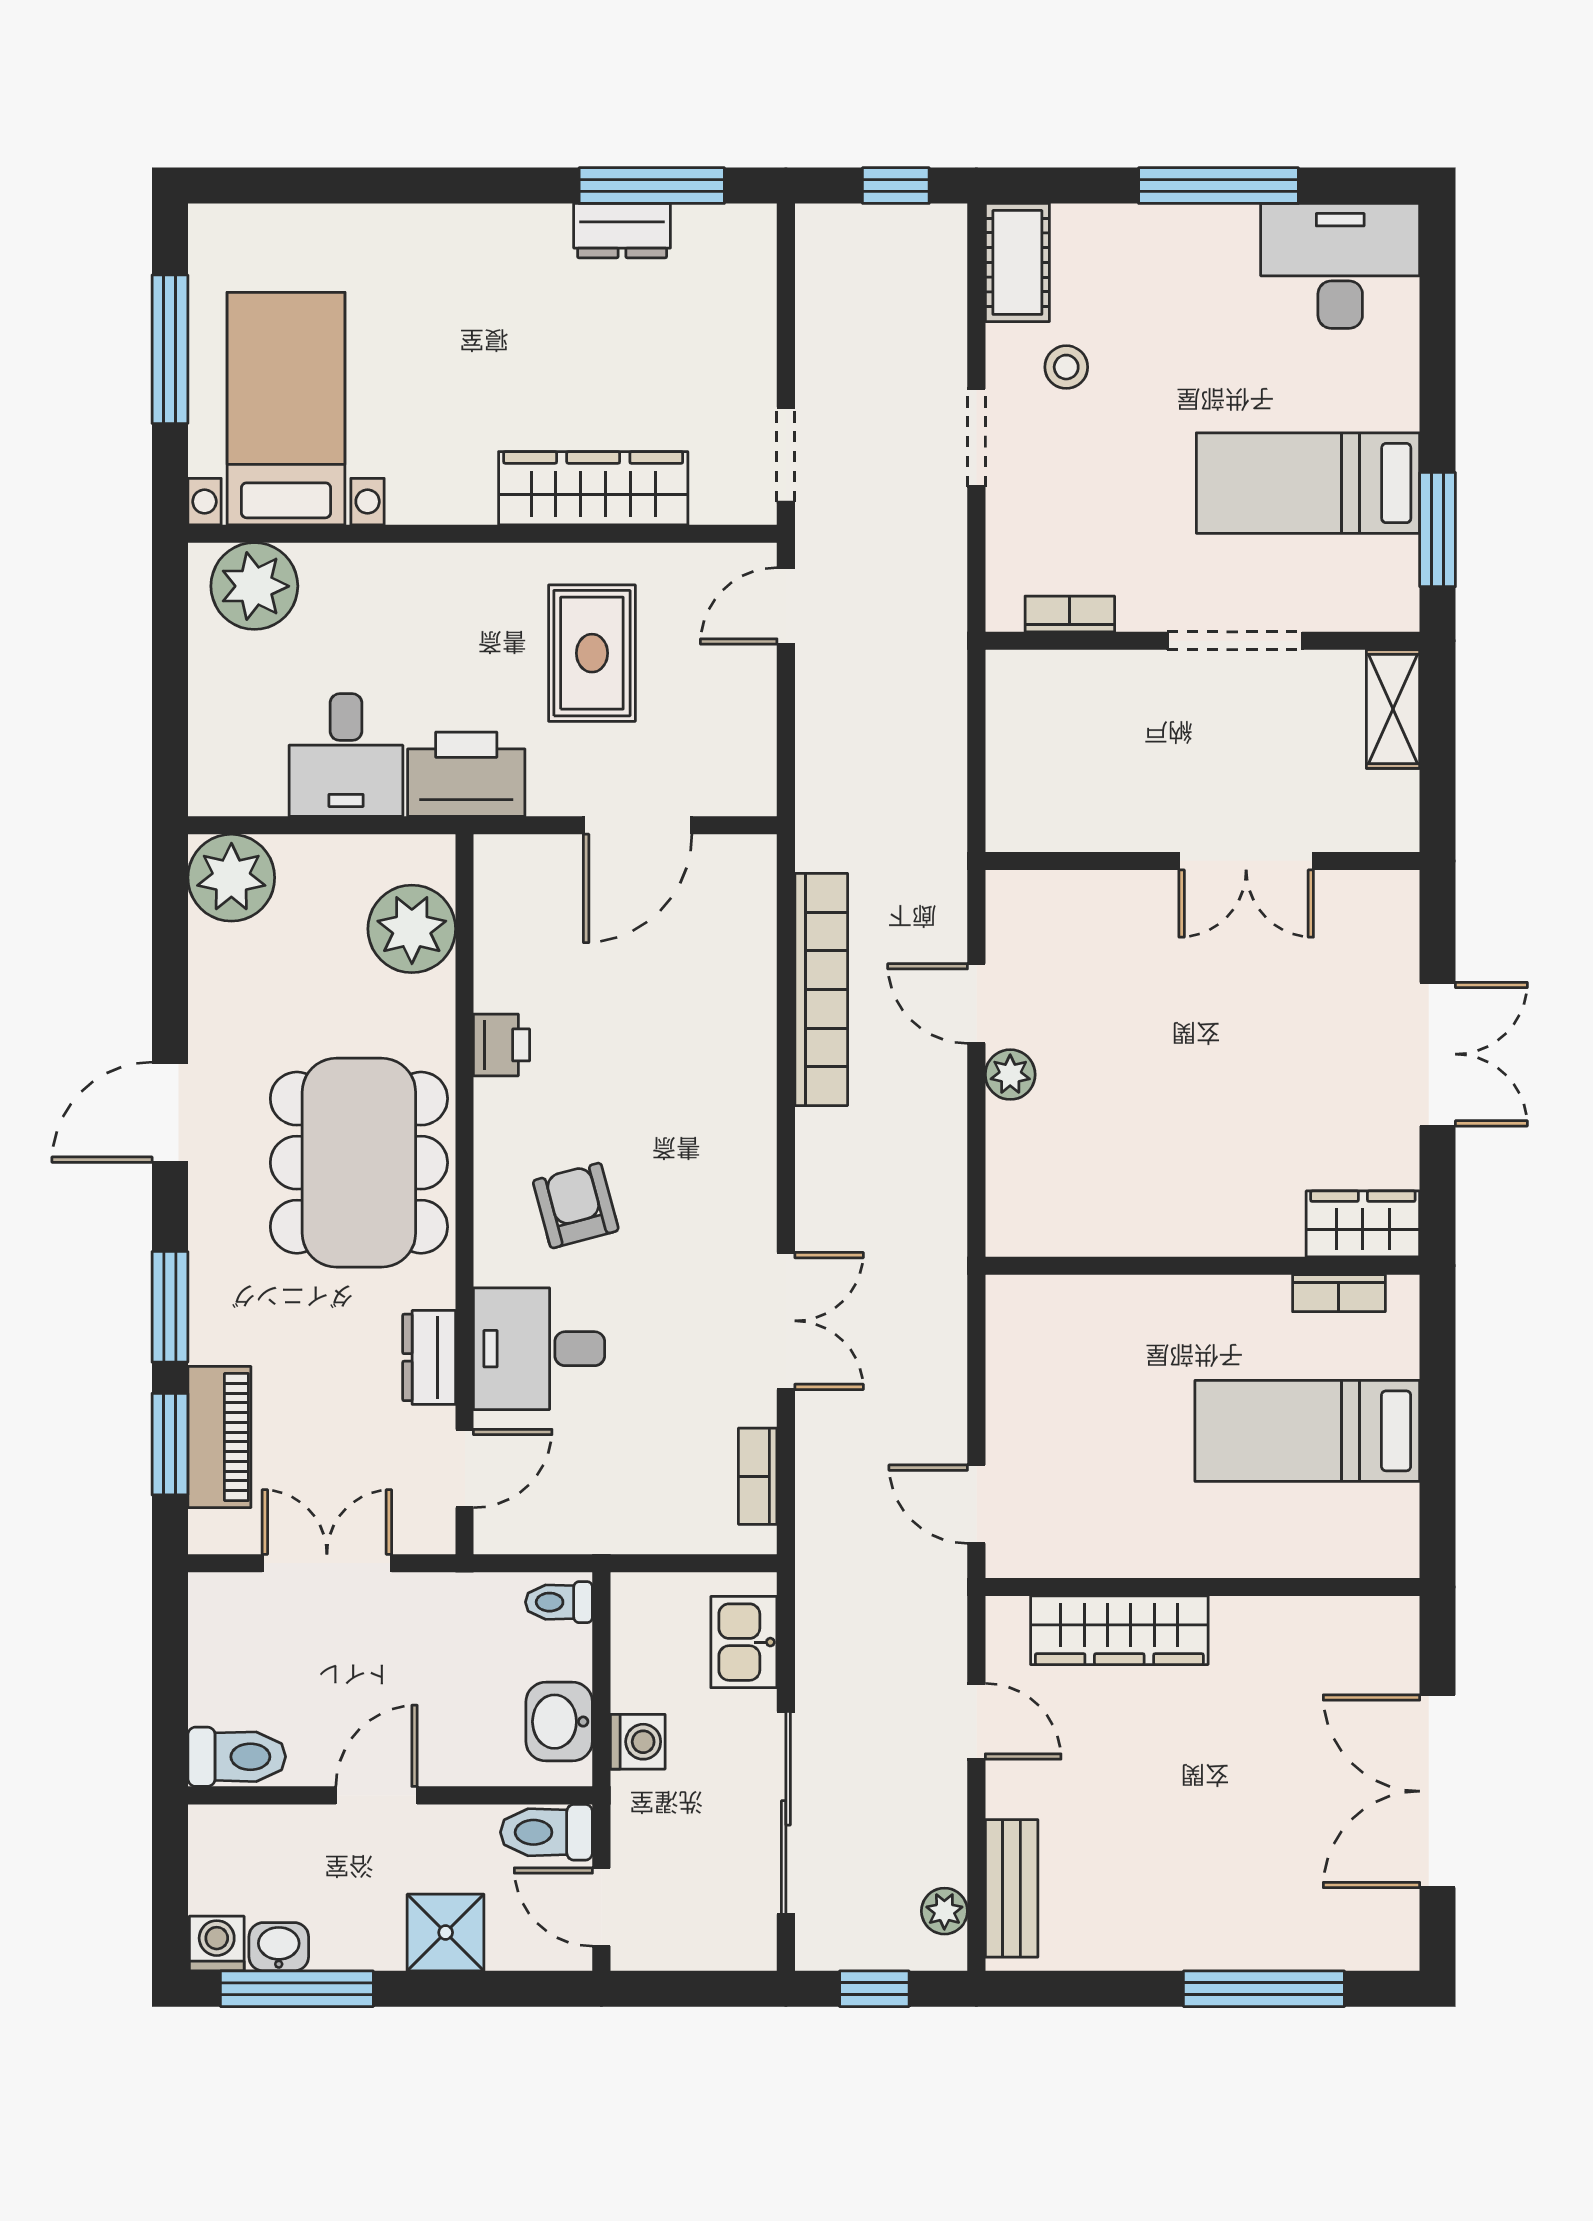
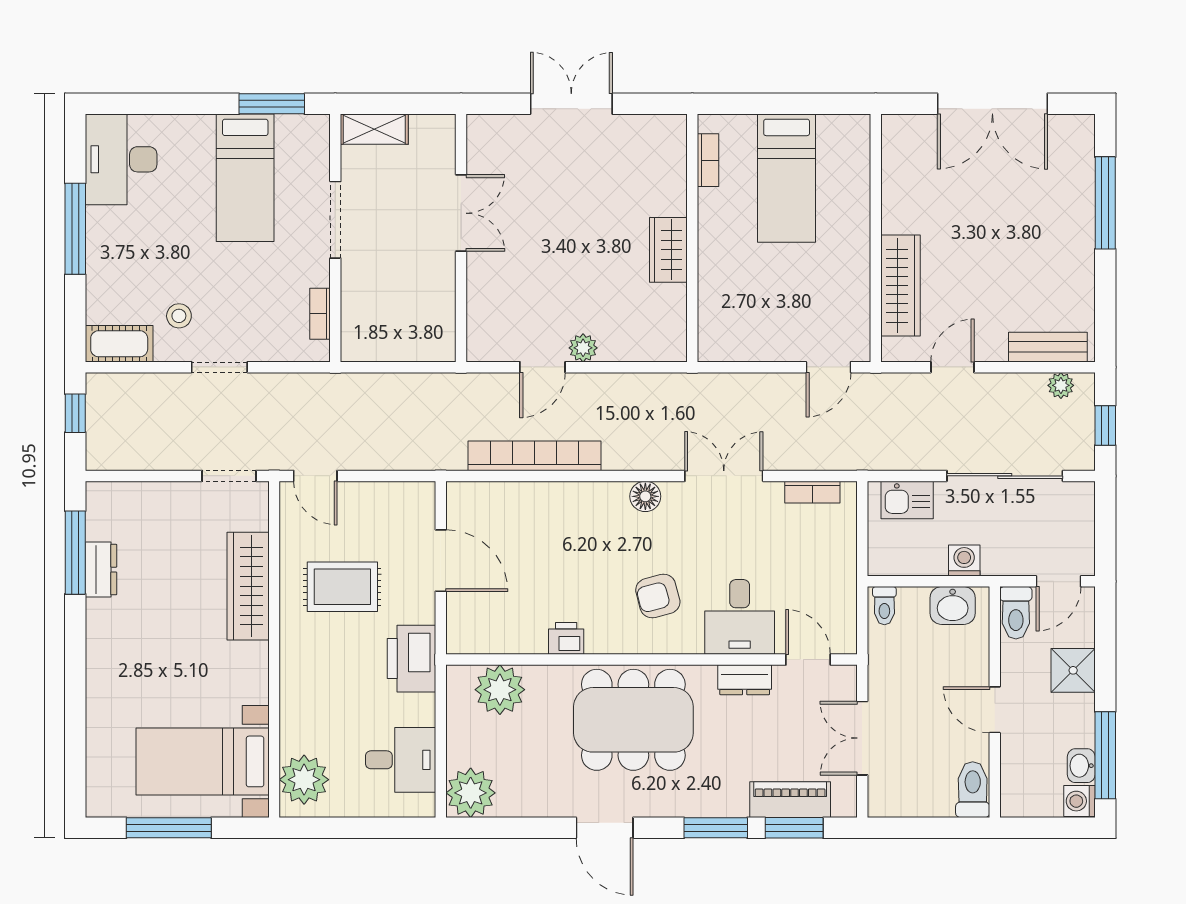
desk: (346, 755) -> (401, 760), moved
floor lamp: (750, 1184) -> (645, 496), added
wardrobe: (1363, 1224) -> (668, 250), moved

